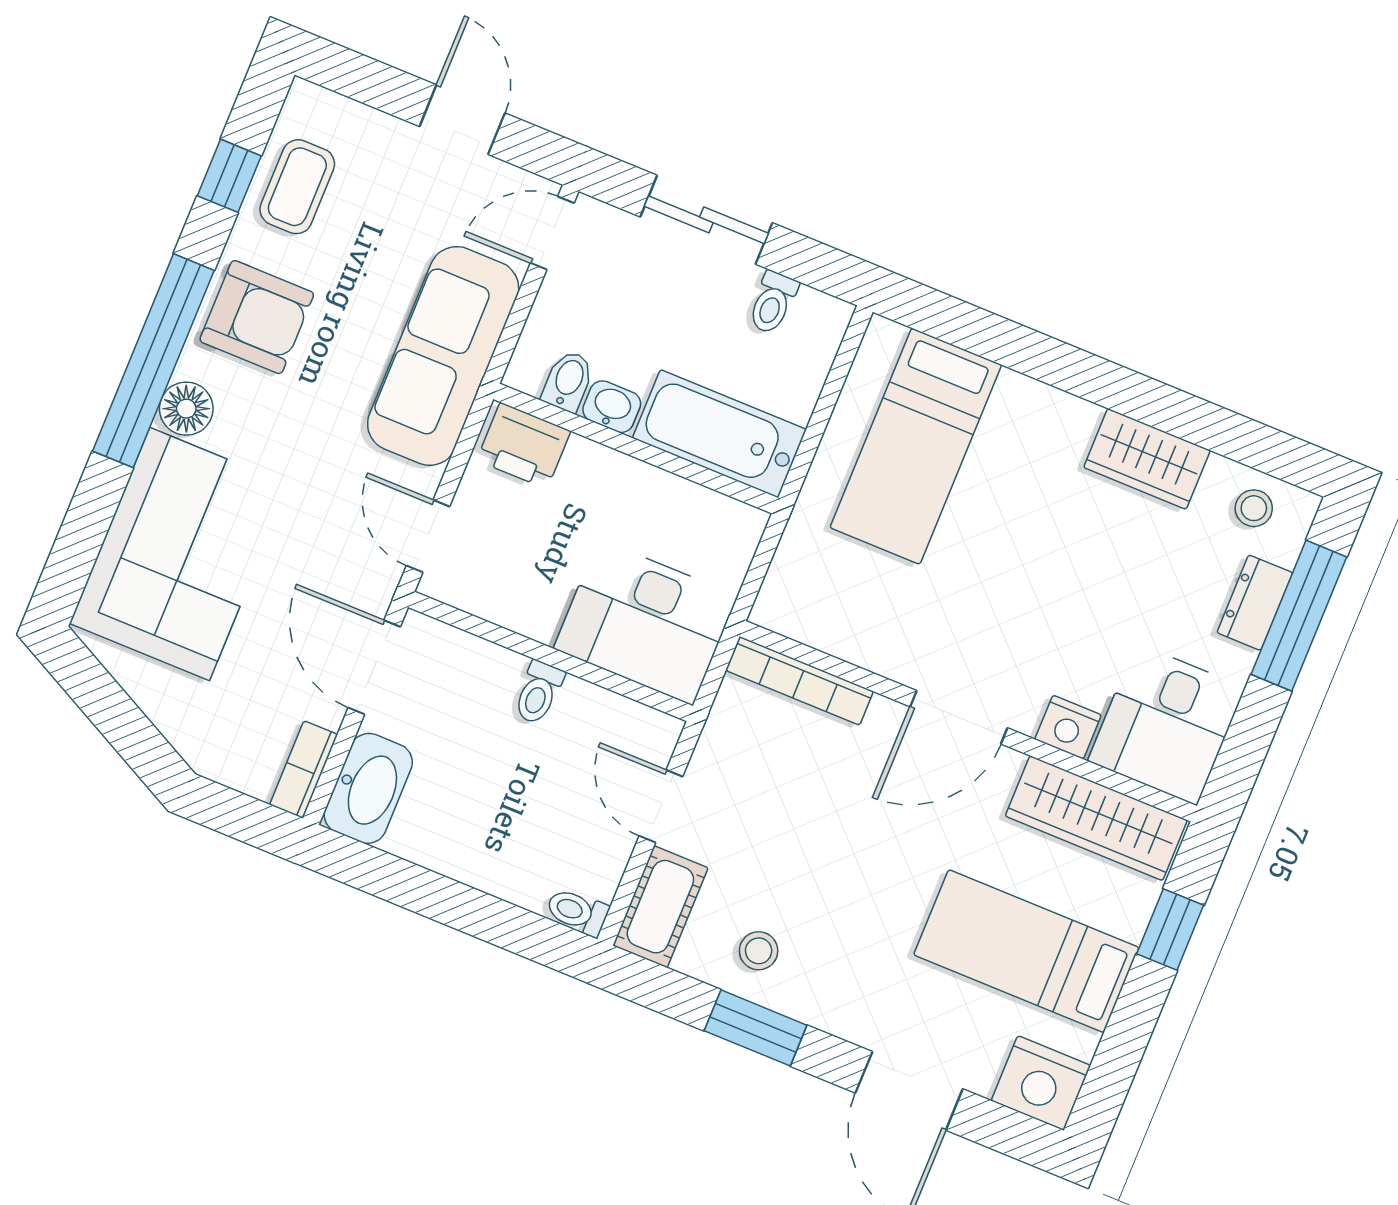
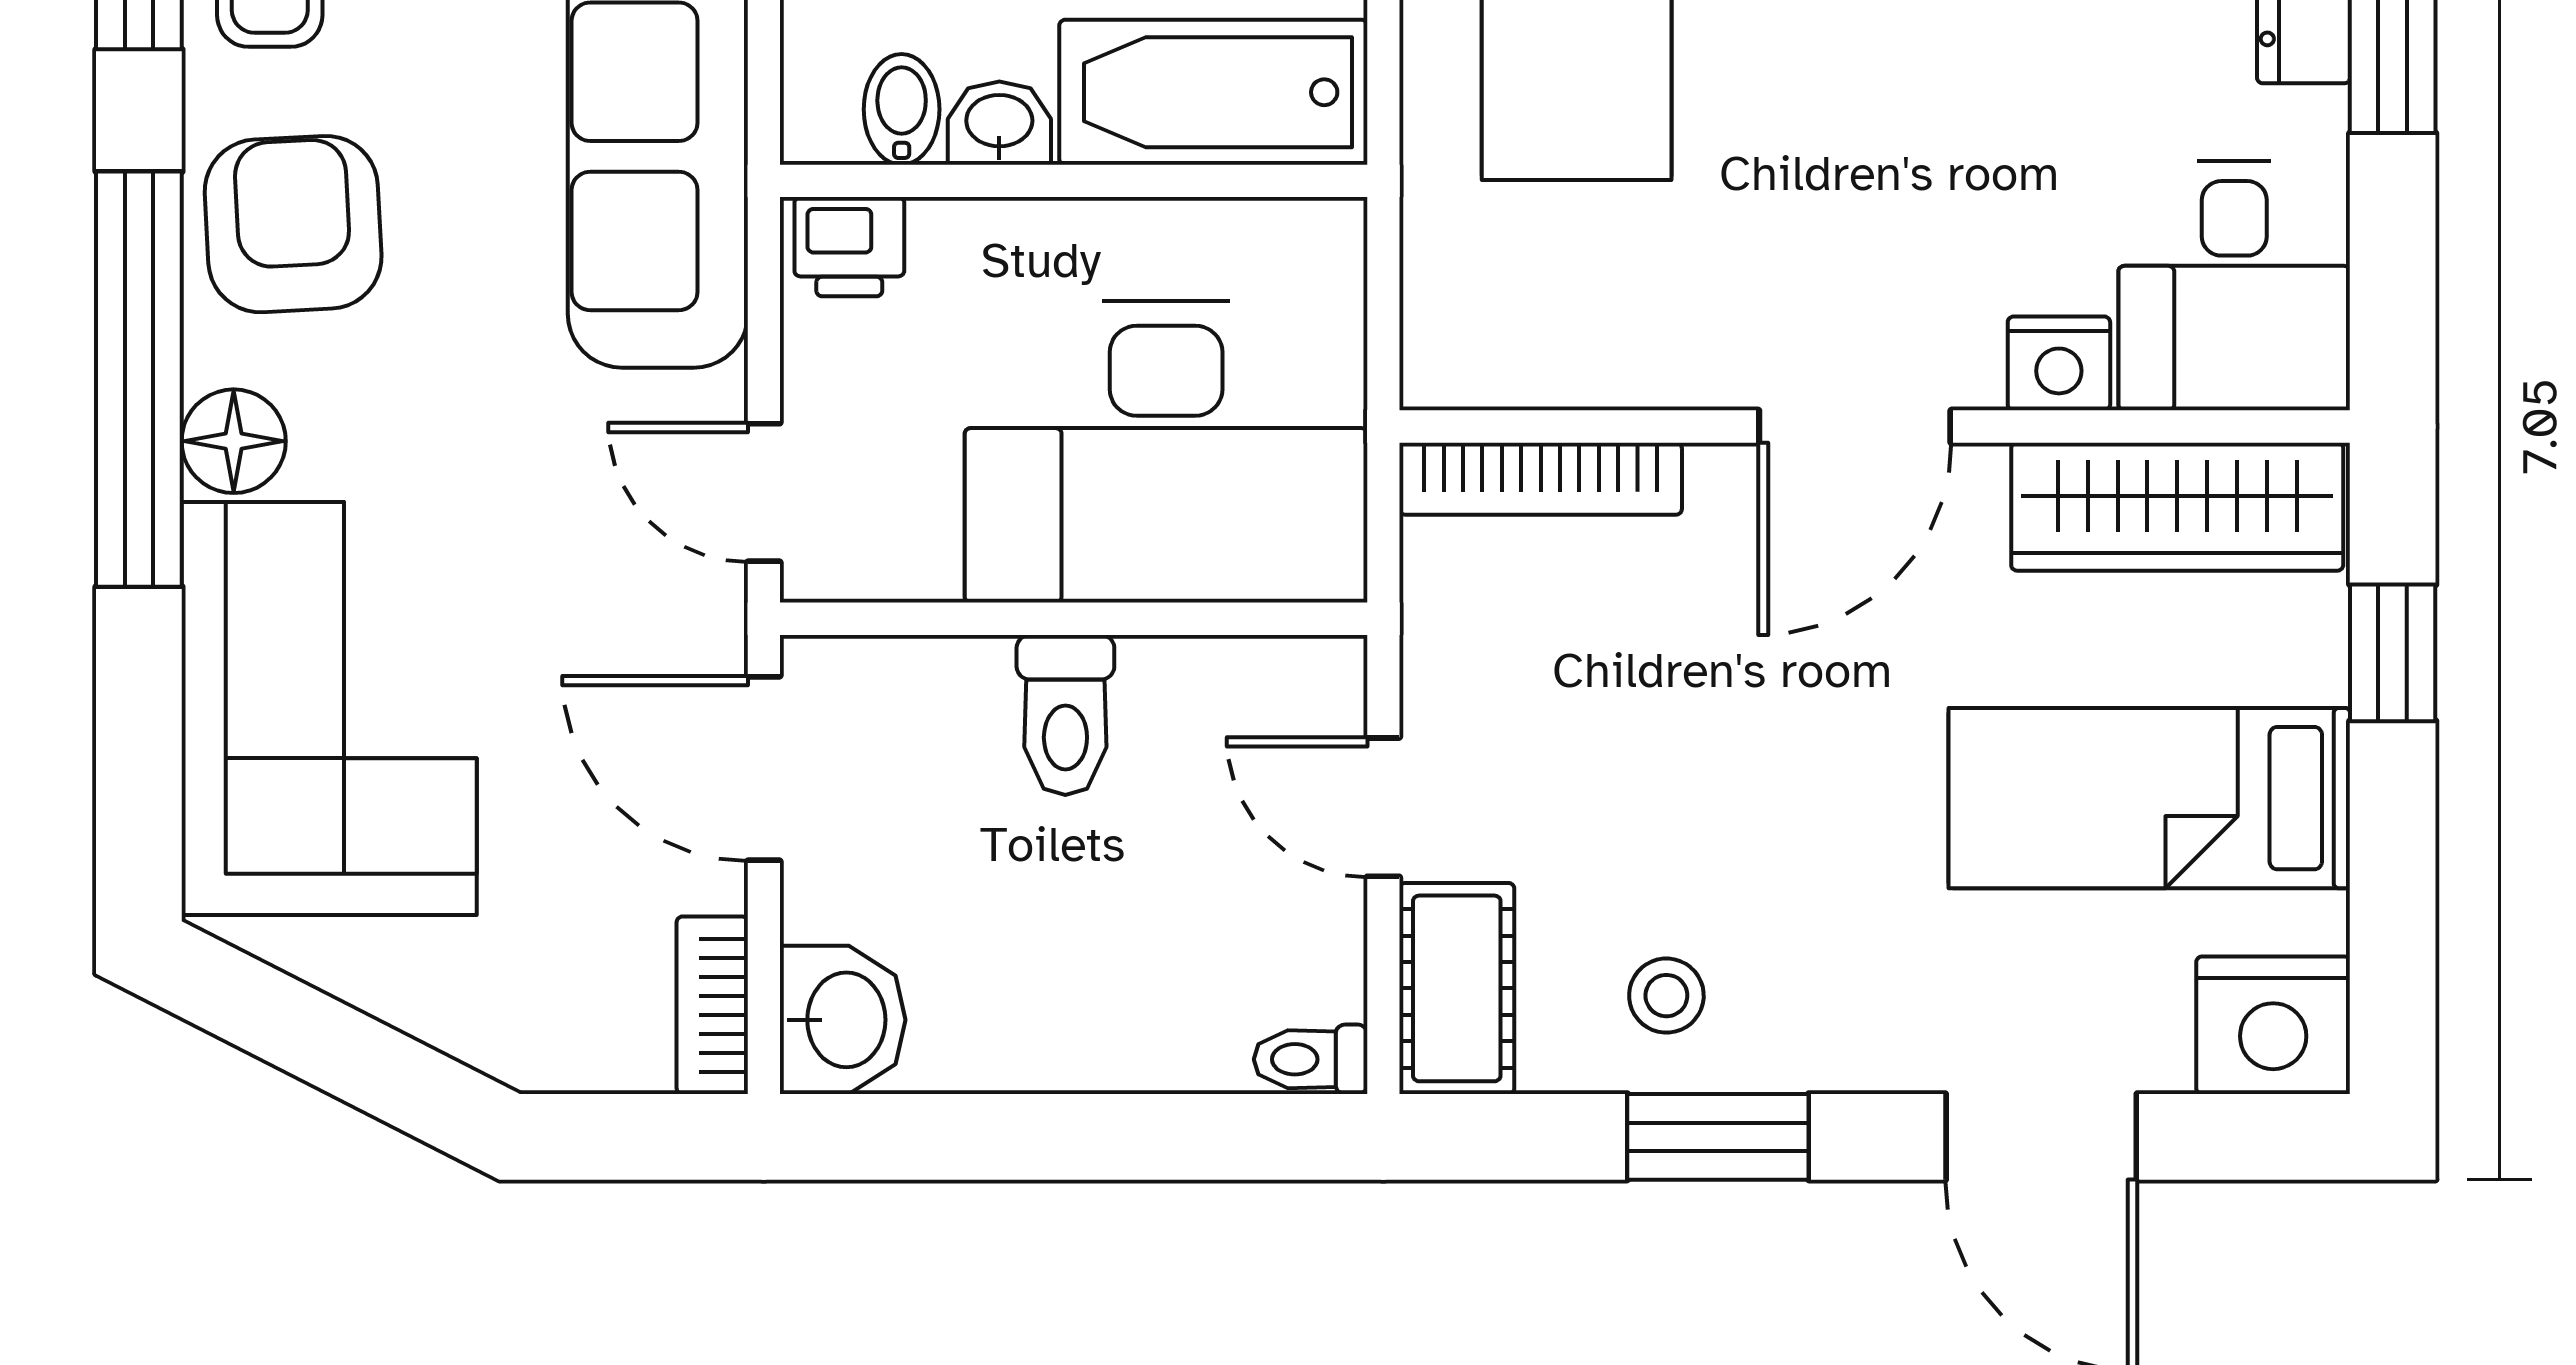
armchair: (257, 317) -> (293, 224), turned -93
printer: (524, 446) -> (849, 247), width x0.73, depth x0.81
desk: (646, 622) -> (1166, 452), width x1.36, depth x1.30
toilet: (538, 693) -> (1065, 715), width x1.37, depth x1.39
washbasin: (368, 788) -> (843, 1020), width x0.72

